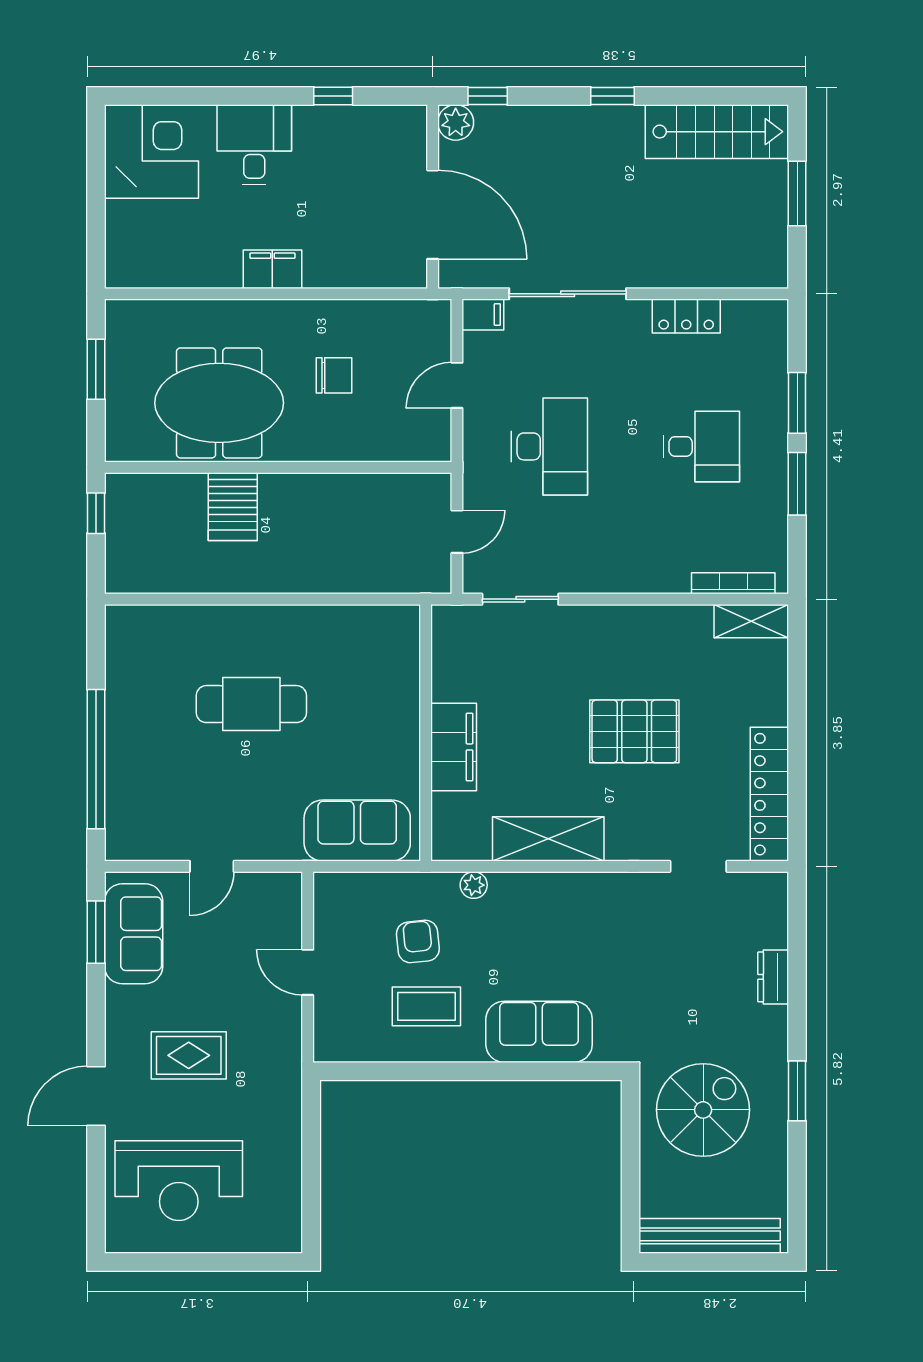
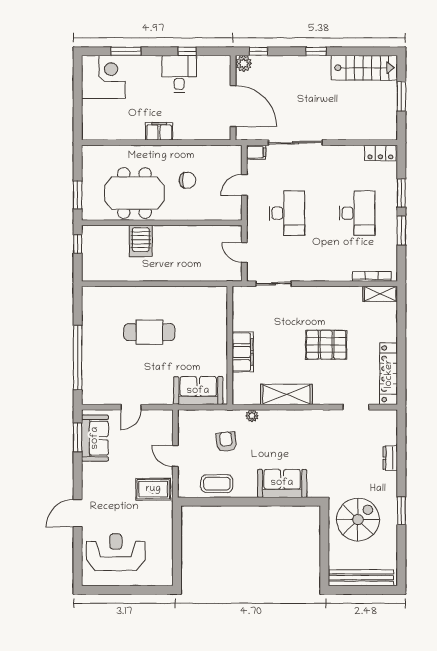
window: (201, 96) -> (126, 51), added
desk: (254, 145) -> (179, 74), moved
locker: (686, 316) -> (380, 153), moved
window: (96, 369) -> (78, 195), moved
desk: (701, 446) -> (357, 213), width x1.37
door: (457, 532) -> (244, 252), swing flipped
coffee table: (426, 1006) -> (217, 484), moved
rug: (189, 1055) -> (153, 489), moved
reception desk: (179, 1181) -> (116, 552), turned 180

